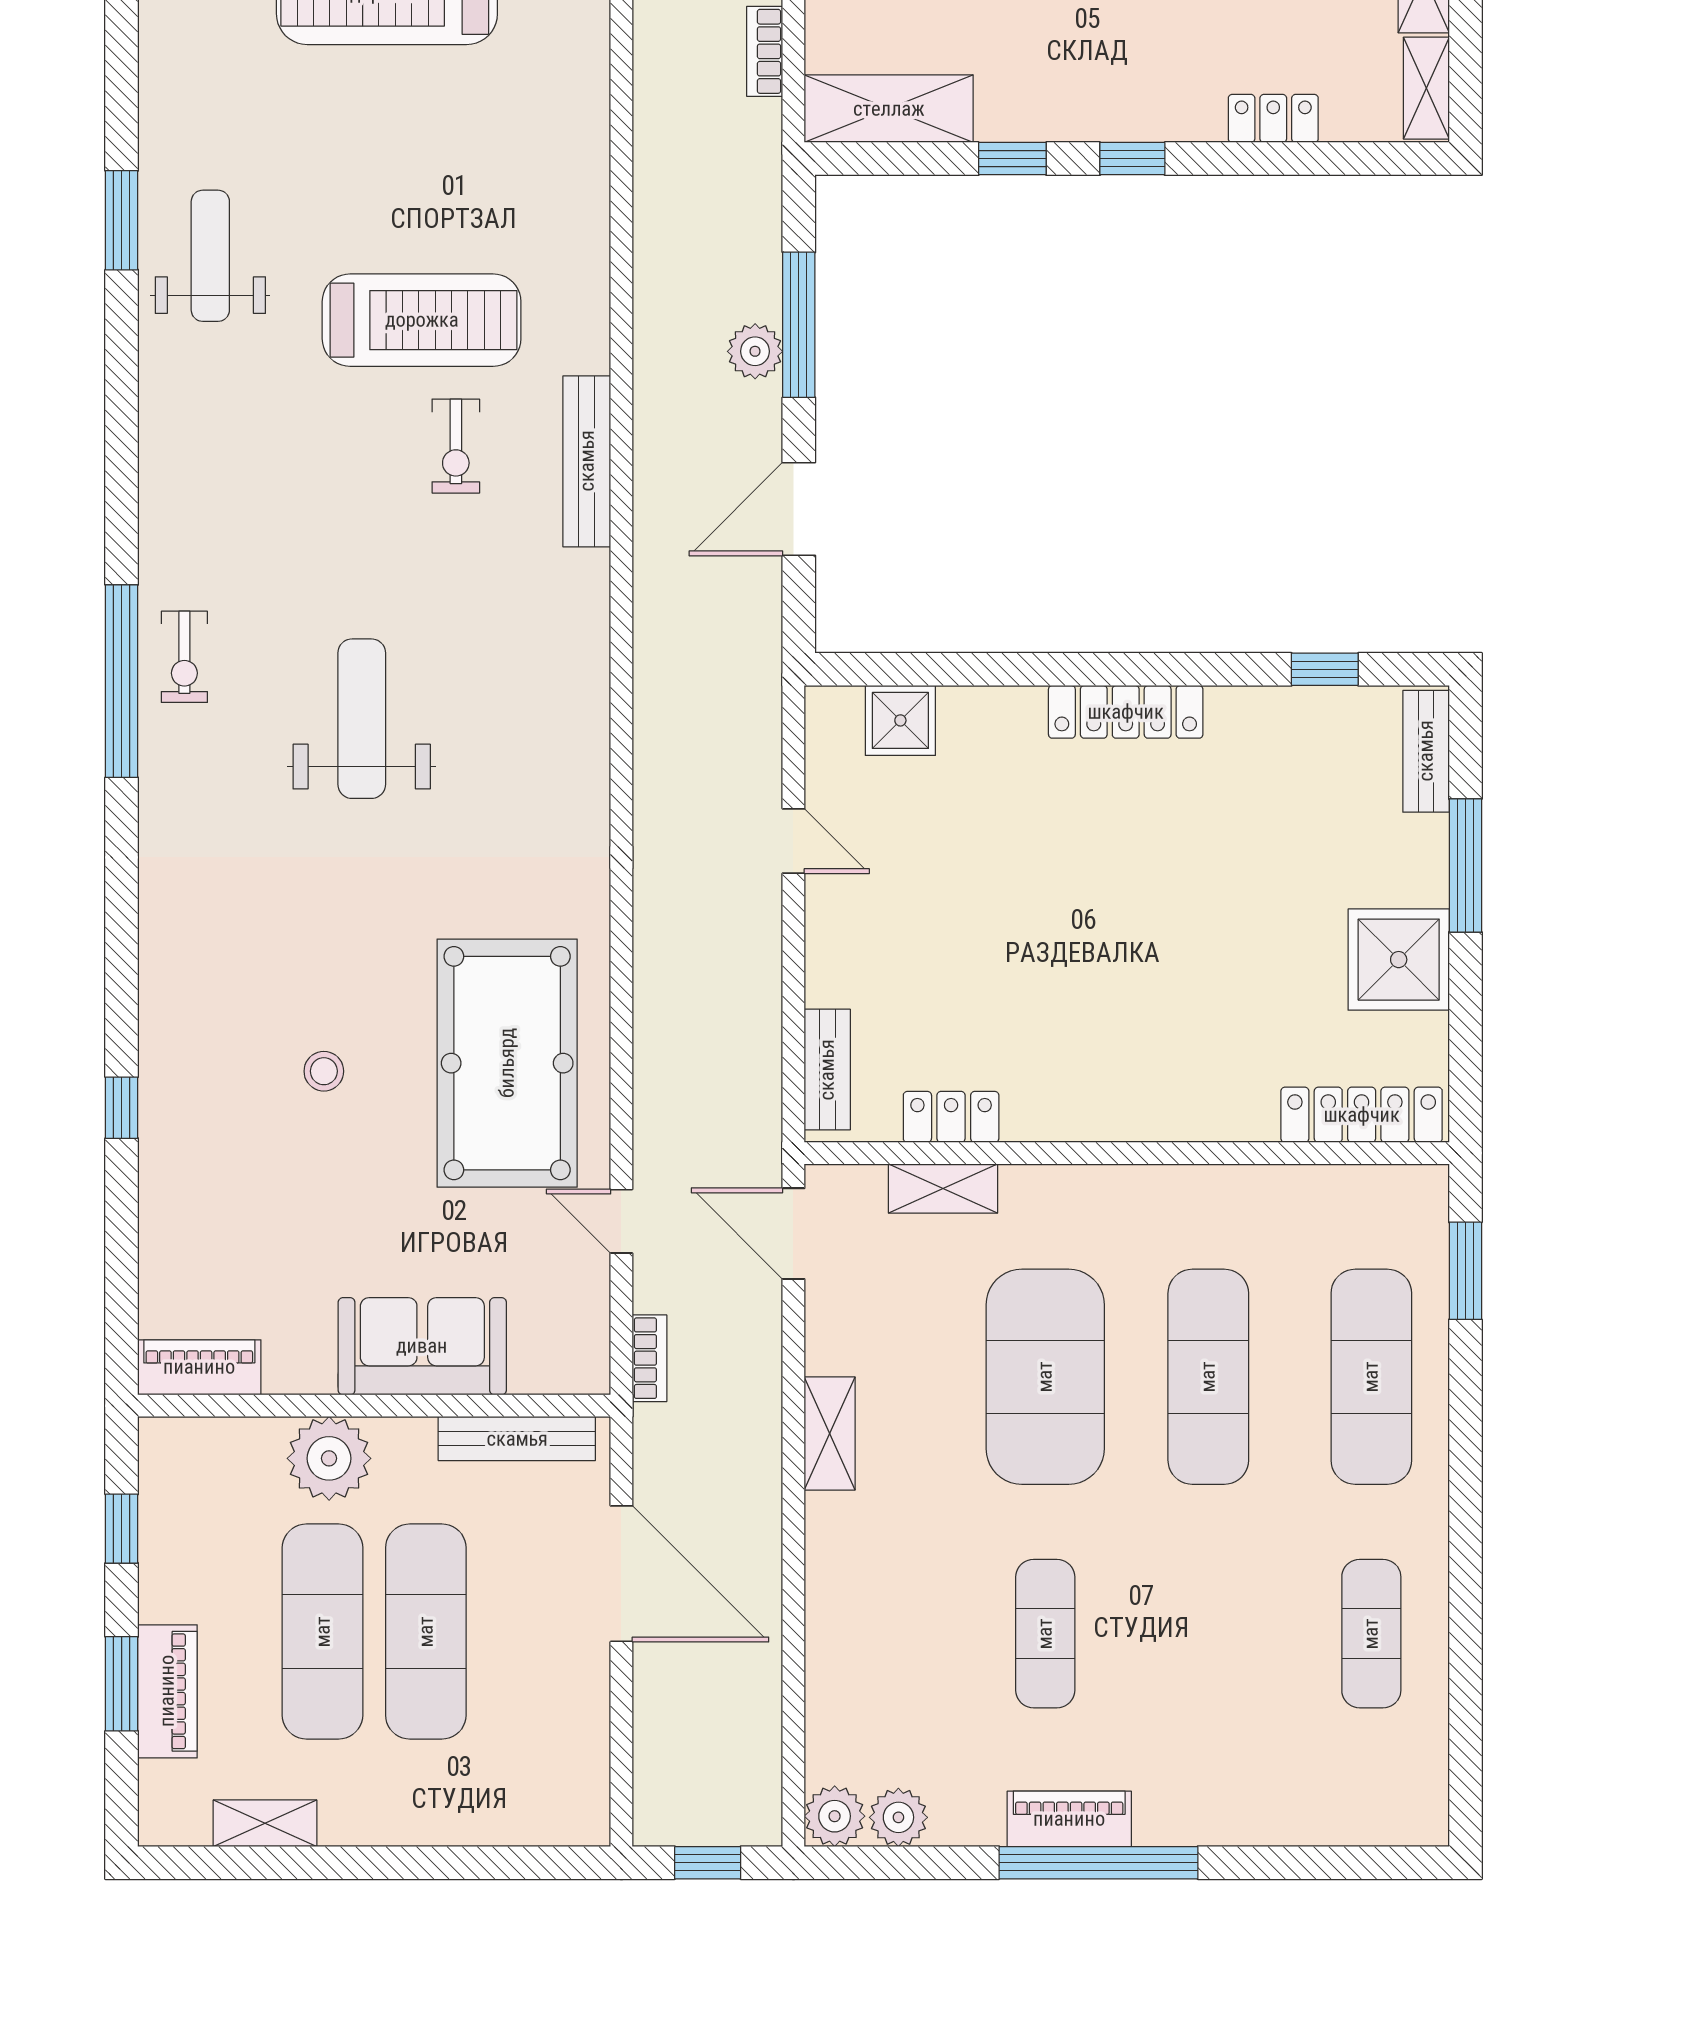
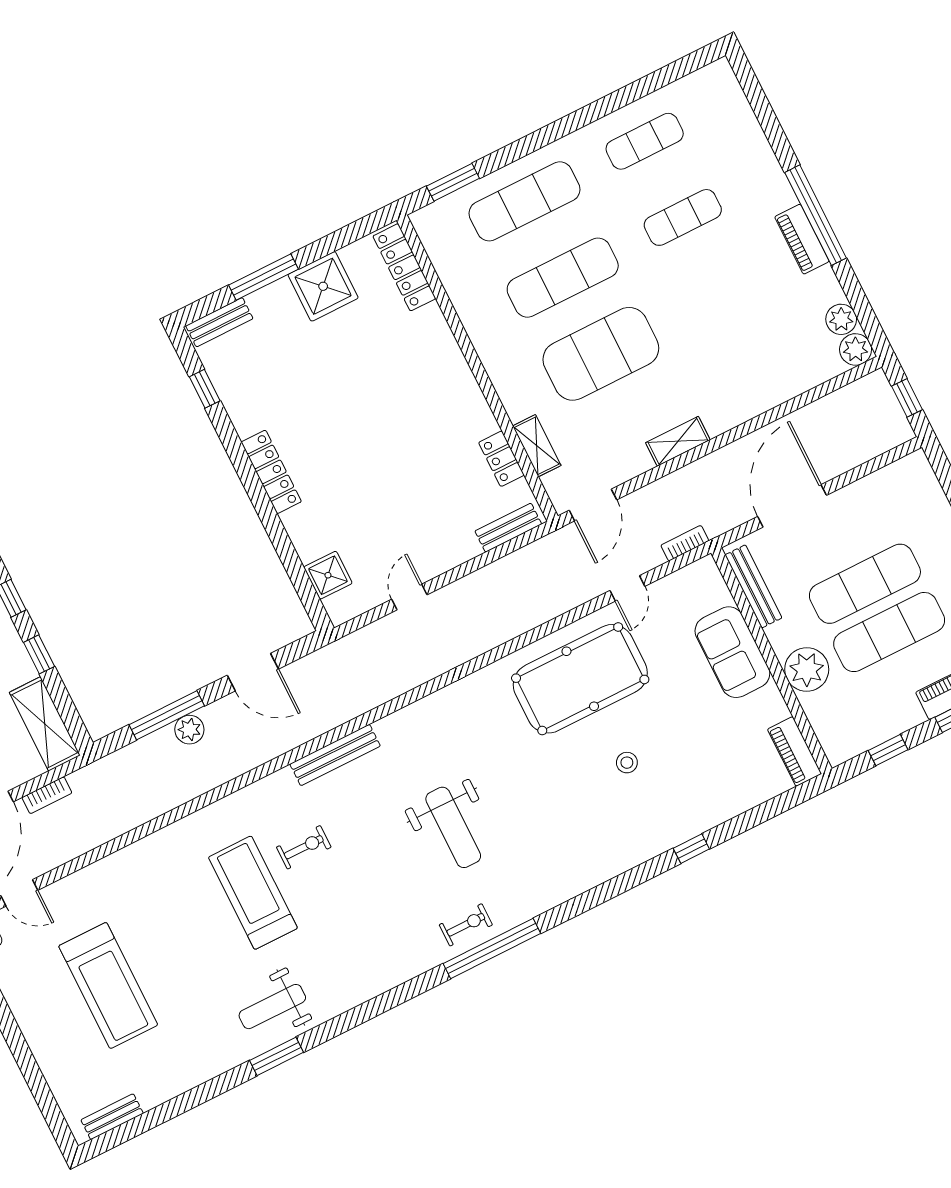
bench: (587, 461) -> (335, 755), moved
weight bench: (362, 719) -> (453, 827), turned -90
exercise mat: (1045, 1634) -> (683, 217), moved

